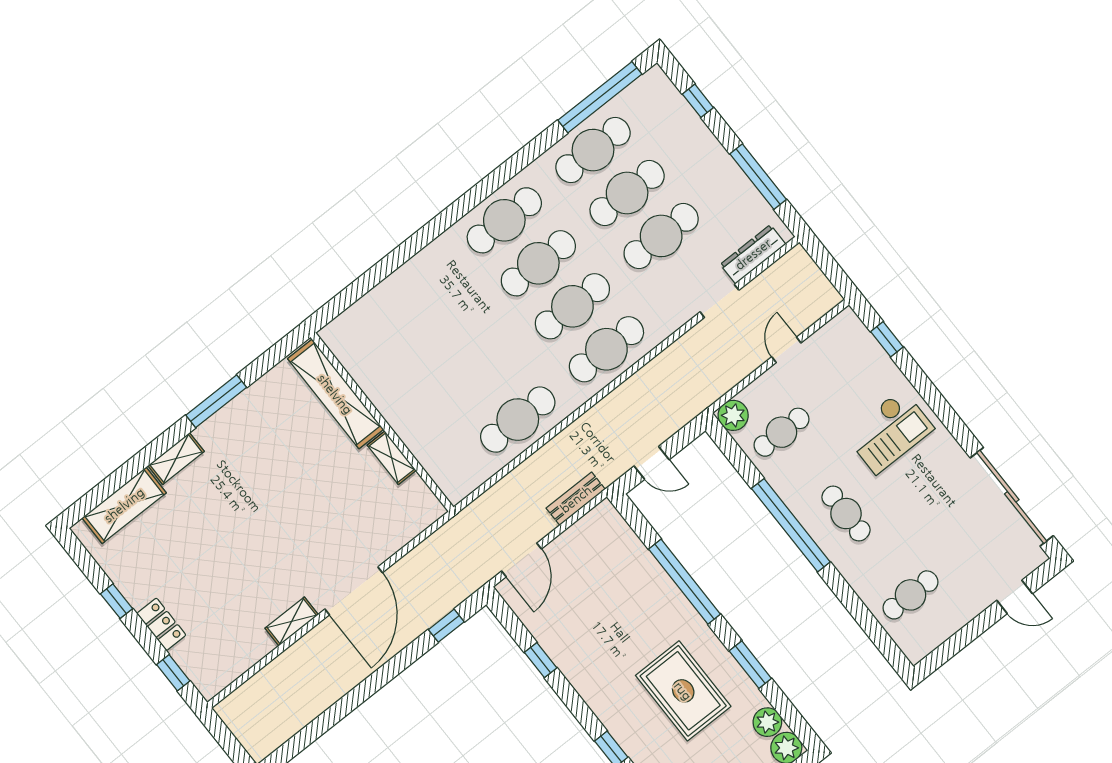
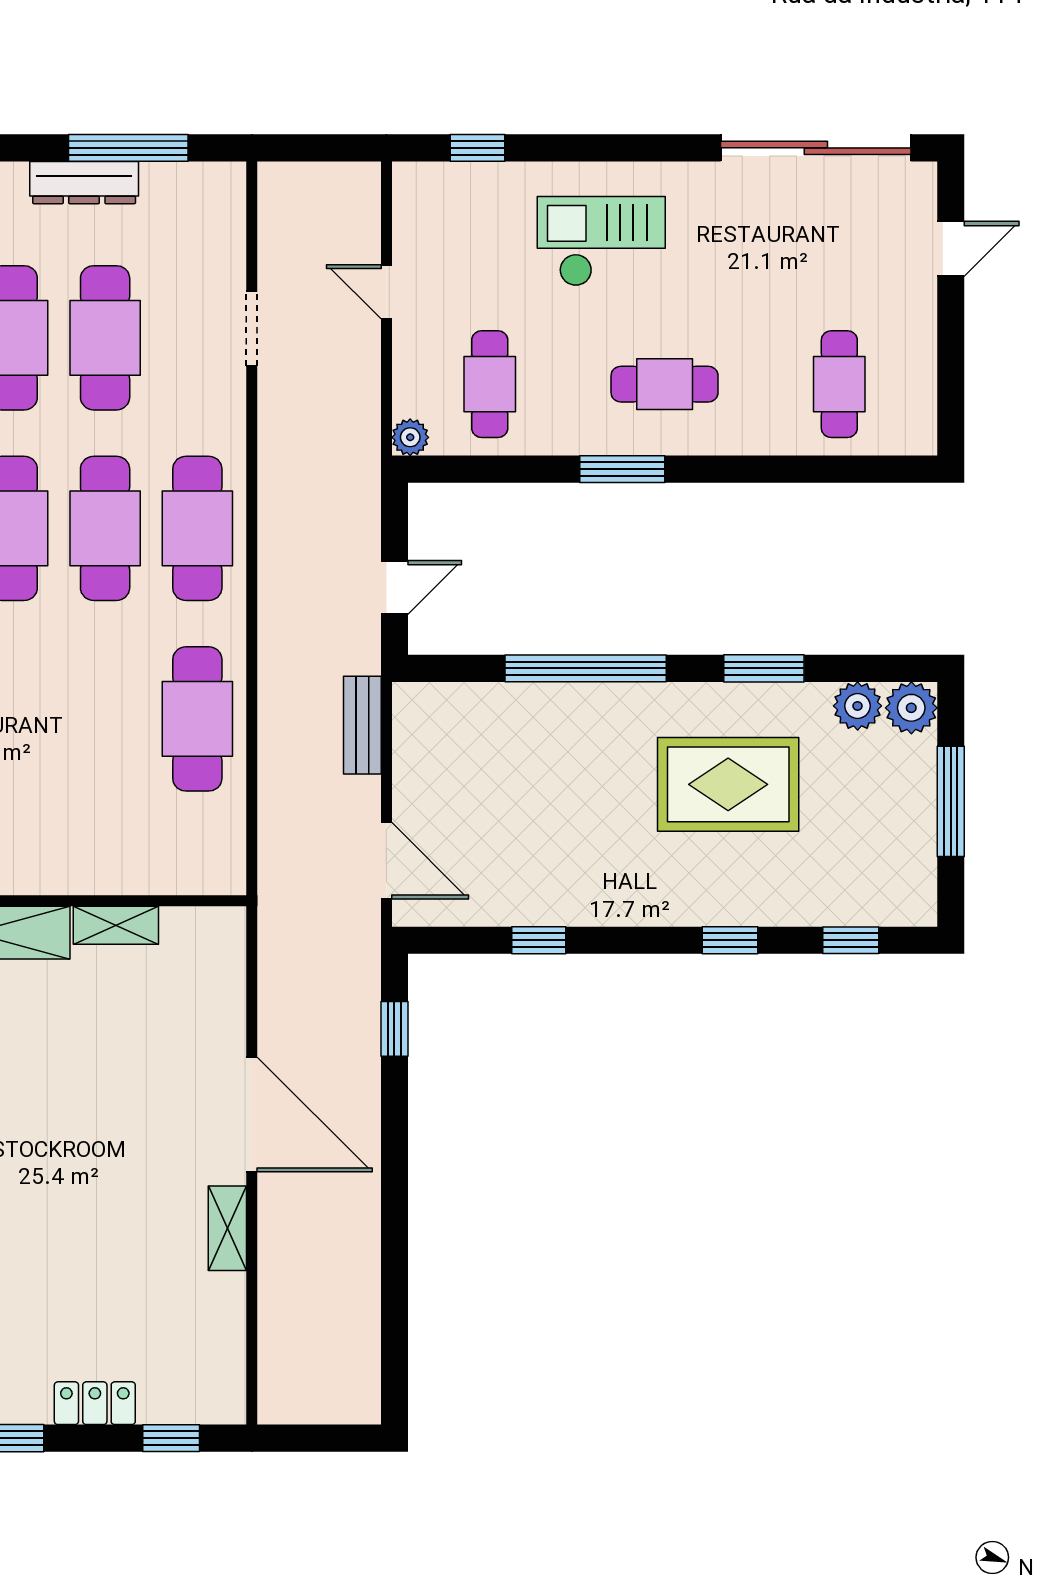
dresser: (753, 254) -> (84, 183), moved, turned -90
plant: (733, 415) -> (410, 437), width x0.73, depth x0.73
checkout: (889, 431) -> (601, 241), turned -90
window: (791, 525) -> (622, 469), width x0.47

